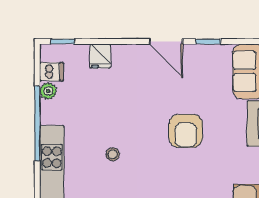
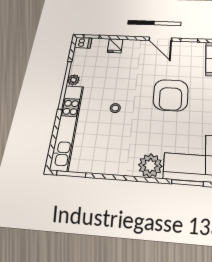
dishwasher: (52, 72) -> (83, 43), moved
plant: (48, 91) -> (73, 80), moved
armchair: (186, 131) -> (171, 95), width x1.36, depth x1.36

